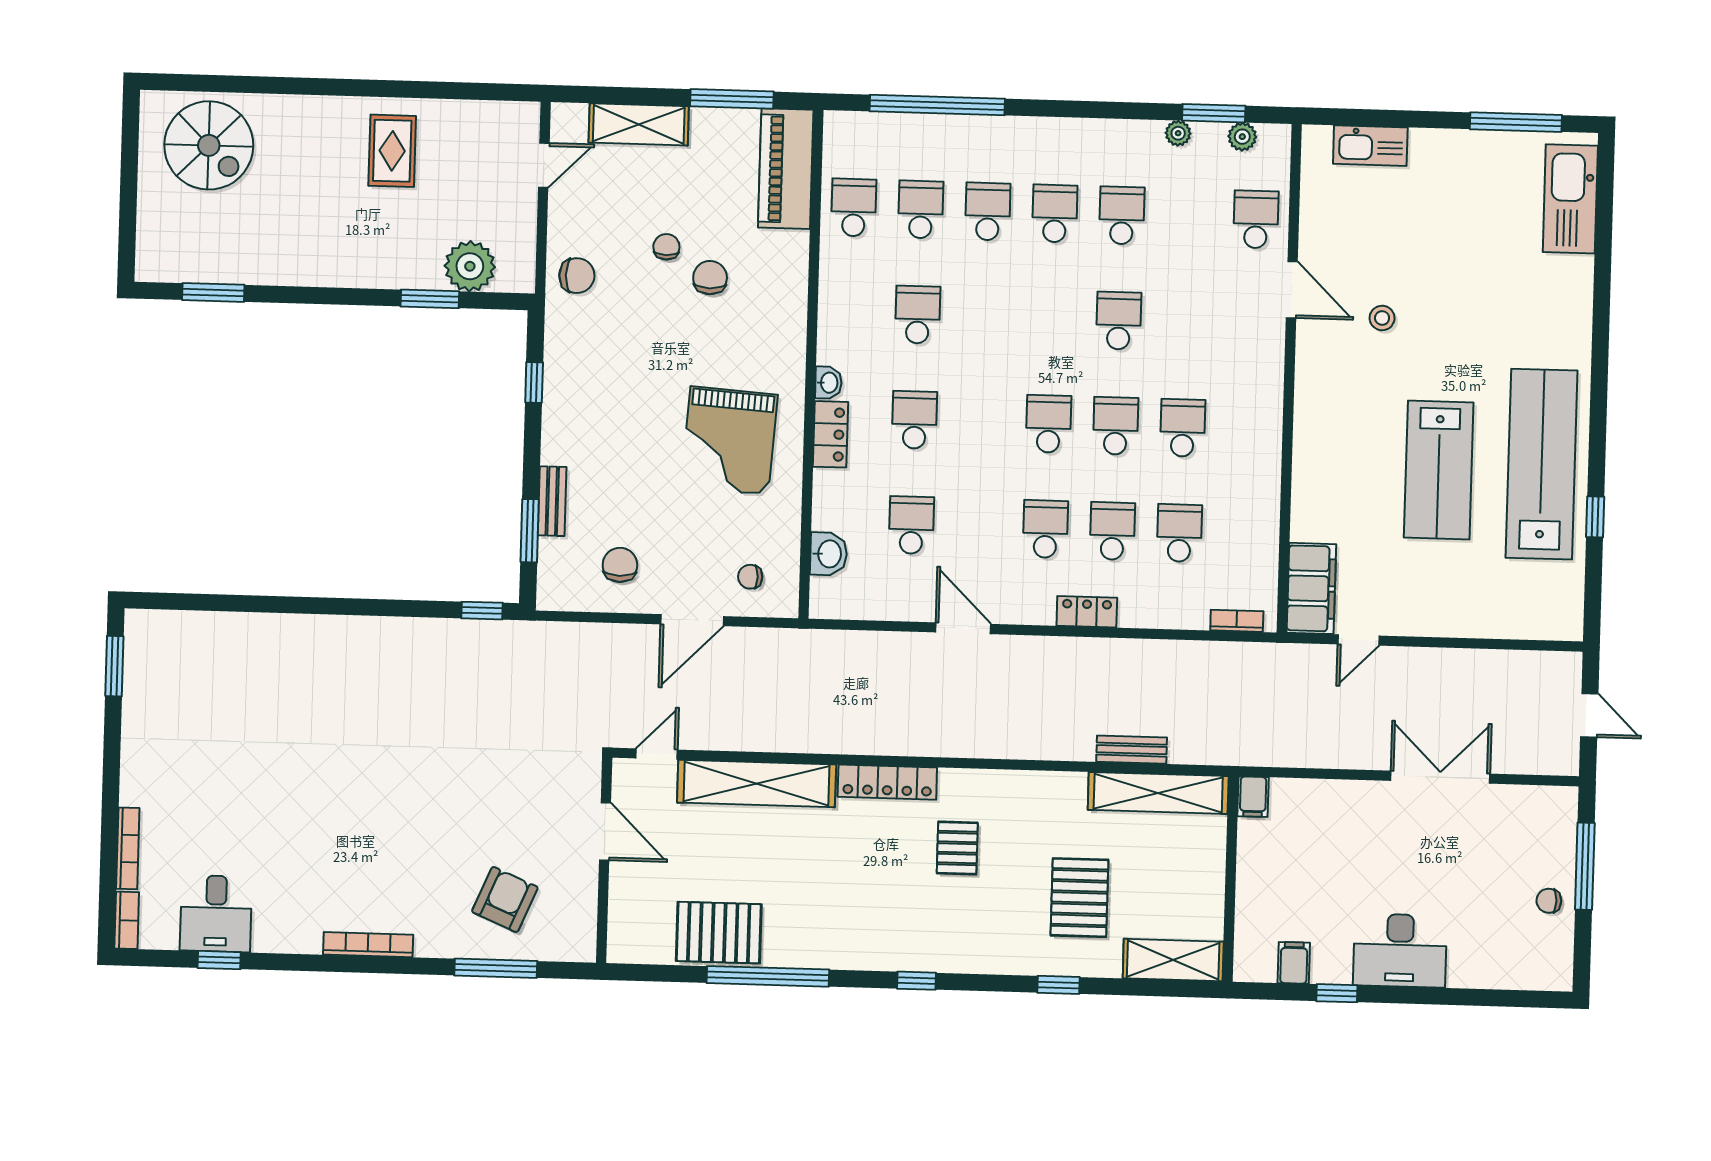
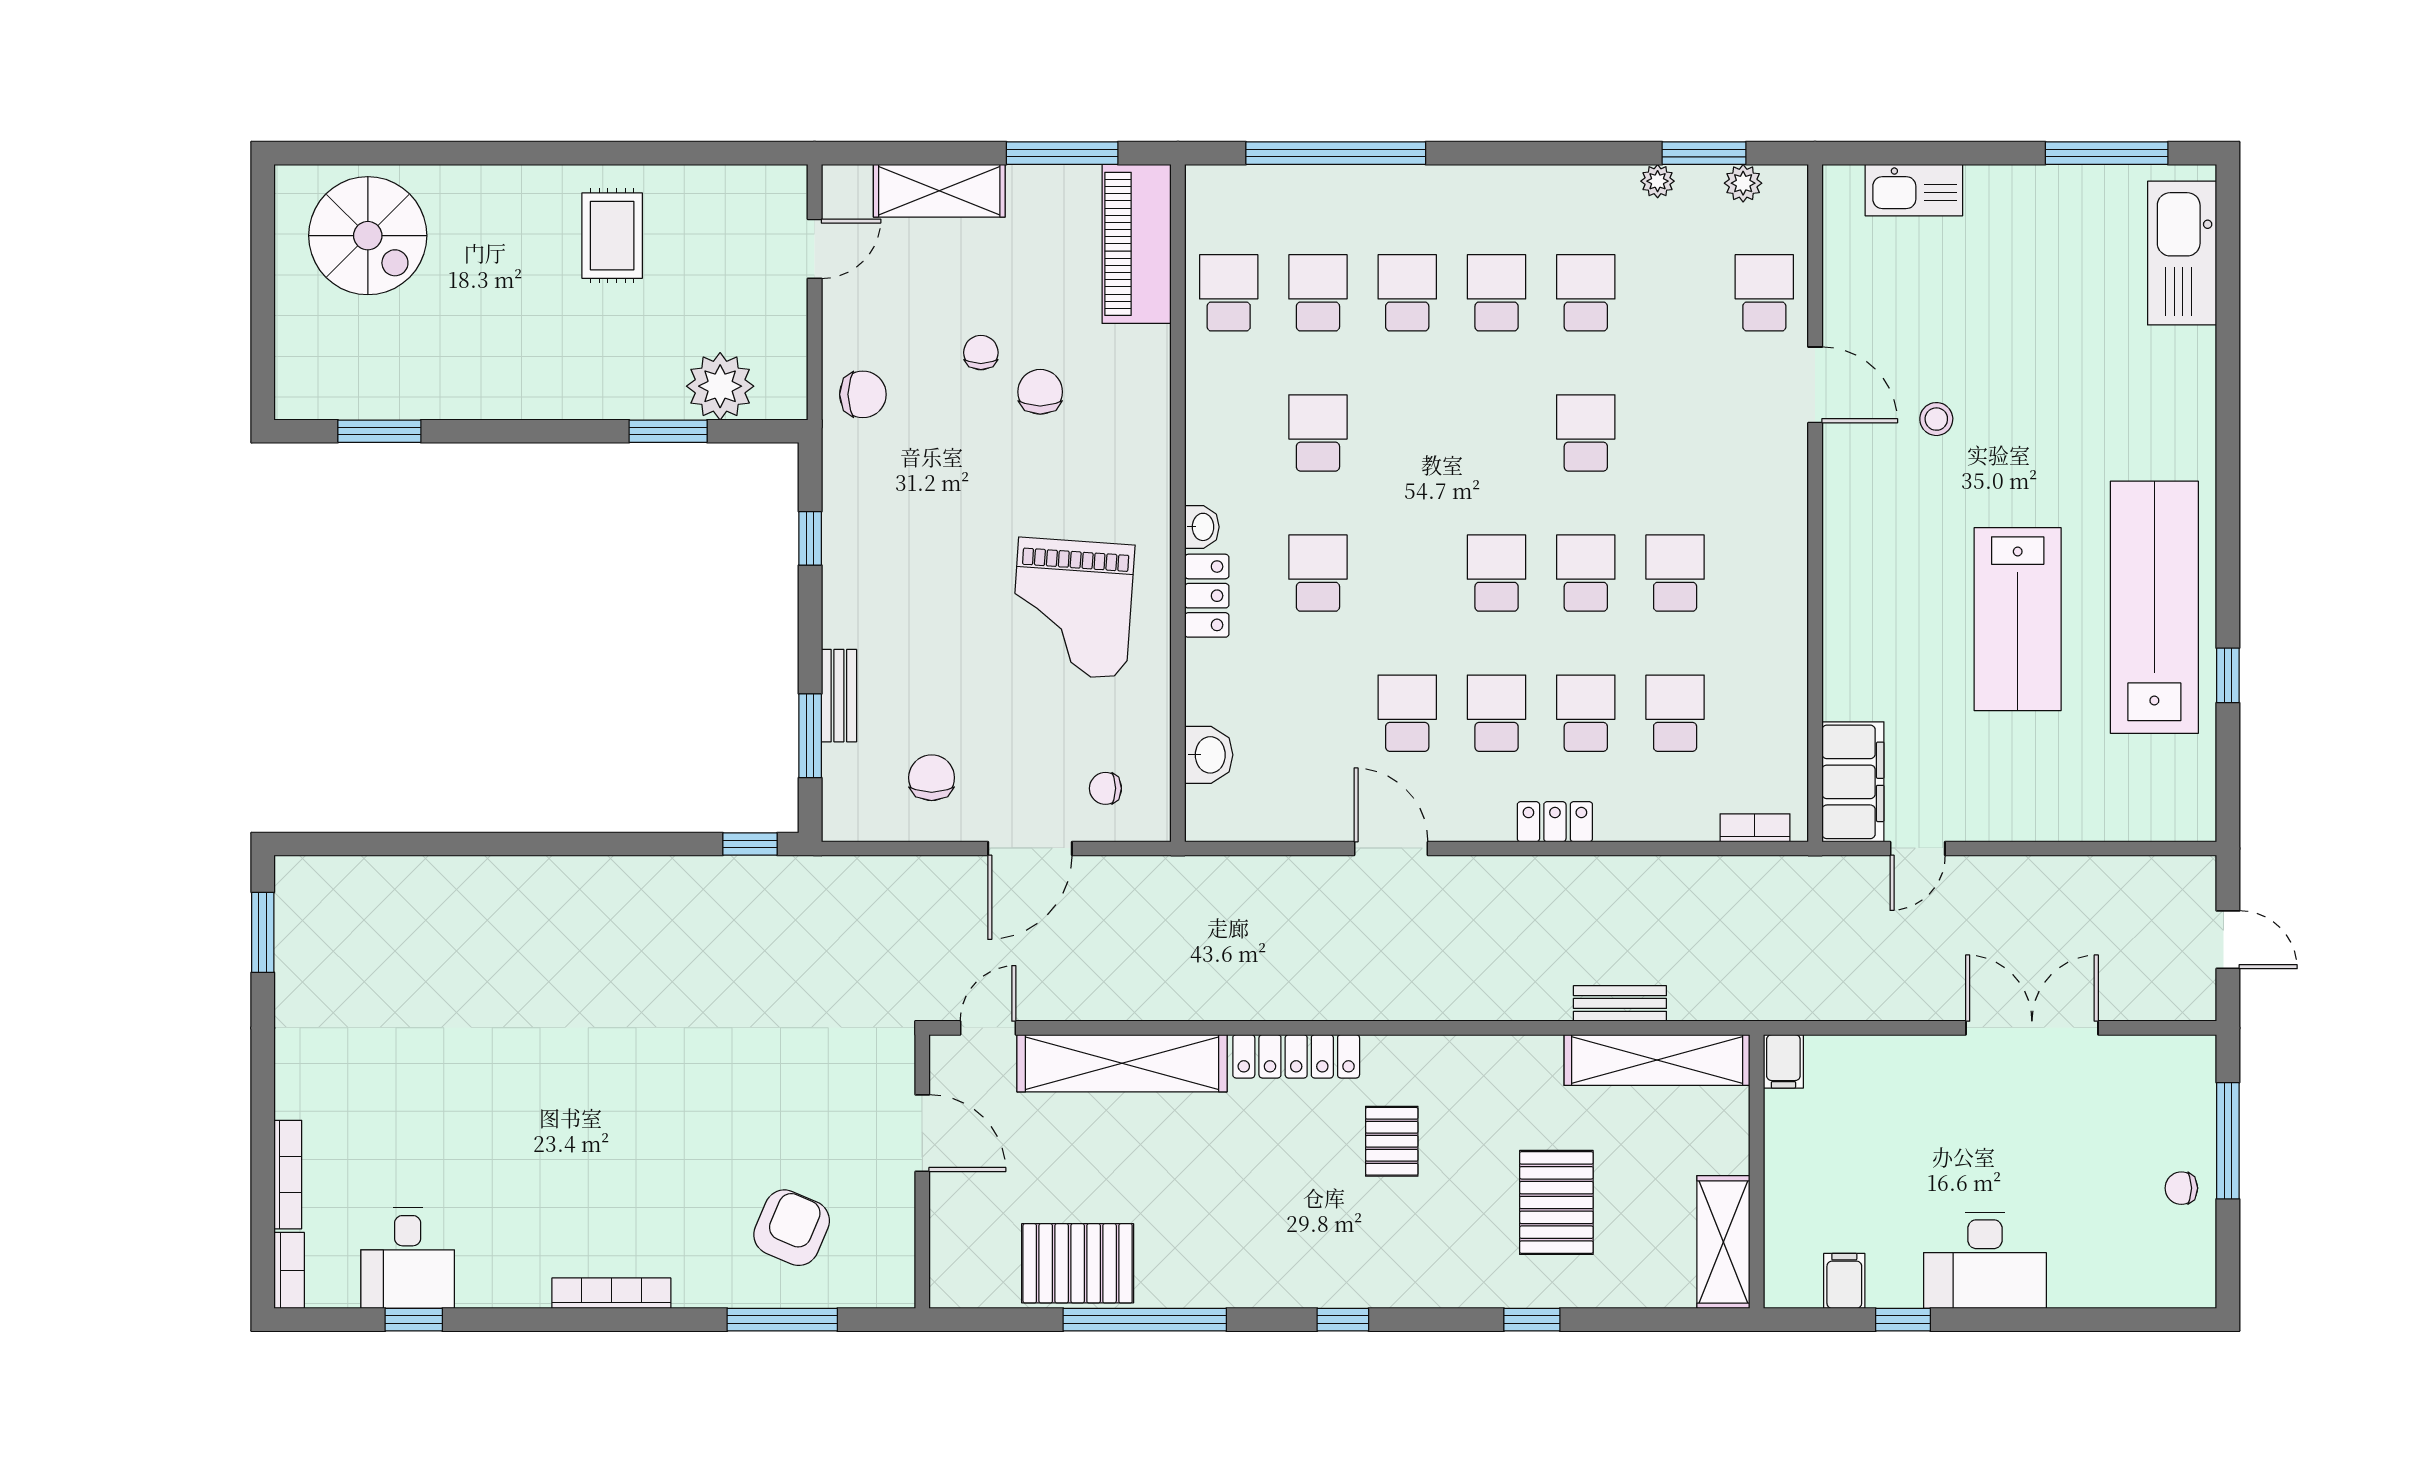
school desk: (911, 525) -> (1407, 713), moved
shelving: (1173, 960) -> (1723, 1242), moved, turned 90

